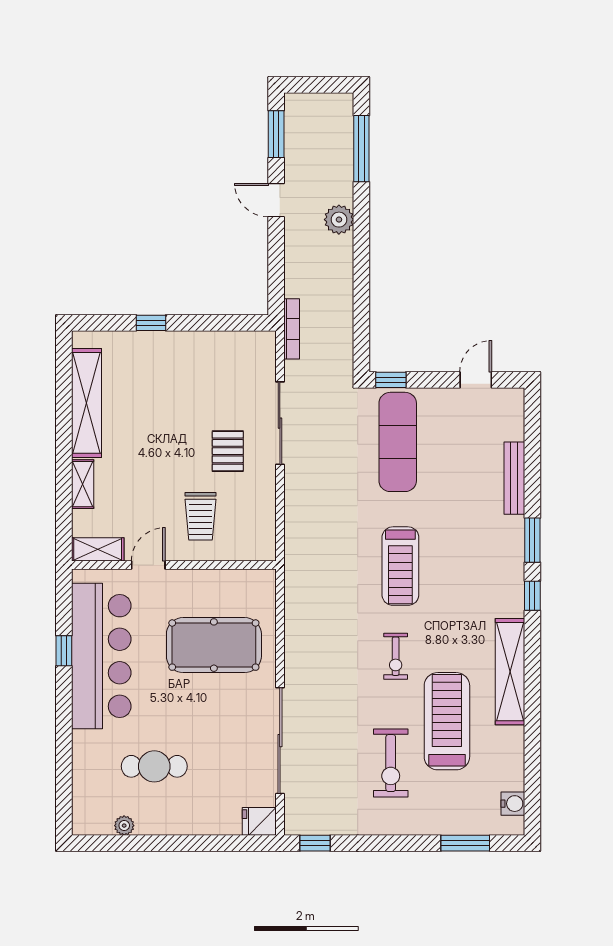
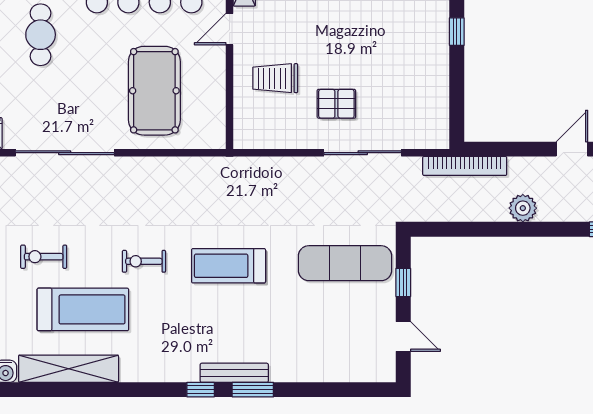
plant: (339, 220) -> (523, 208), moved
bookcase: (292, 329) -> (465, 166), width x1.48, depth x1.31
window: (391, 380) -> (403, 282), moved
bench: (514, 478) -> (234, 373), moved
door: (148, 565) -> (230, 29), swing flipped
shelving: (510, 672) -> (69, 369), moved
exercise bike: (391, 763) -> (44, 257), width x0.73, depth x0.72

